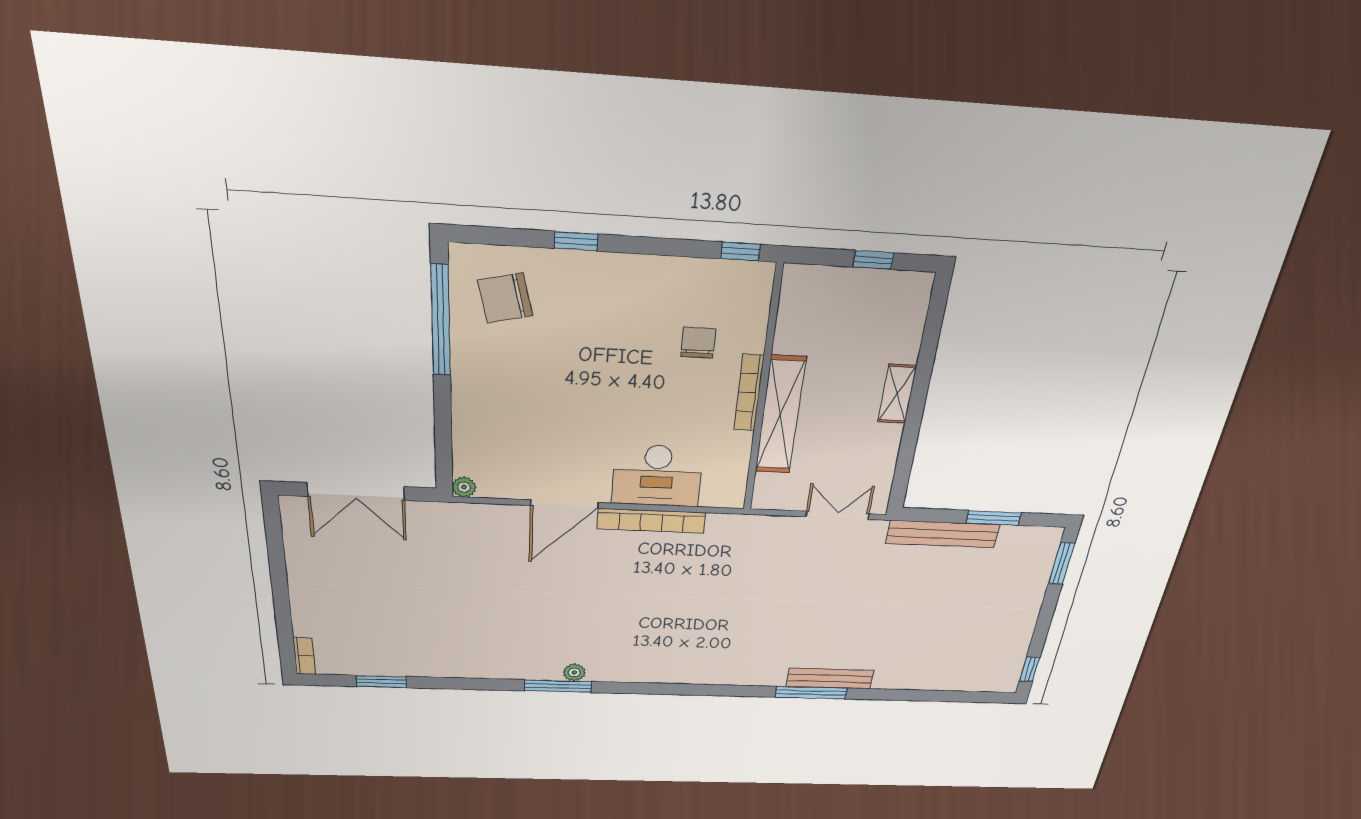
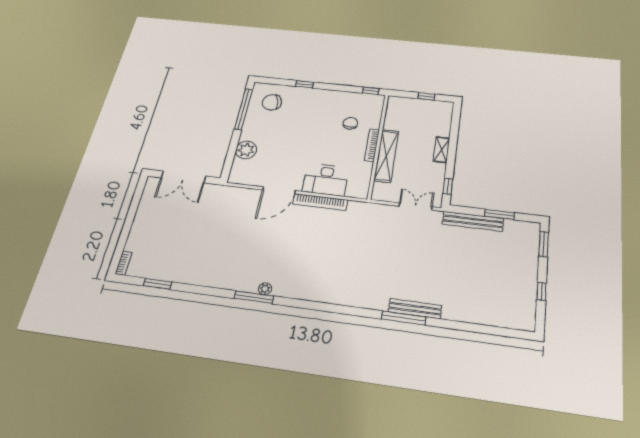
window: (903, 471) -> (448, 186), added
plant: (464, 487) -> (246, 150), moved, width x1.88, depth x1.88
window: (1030, 669) -> (541, 291), moved

